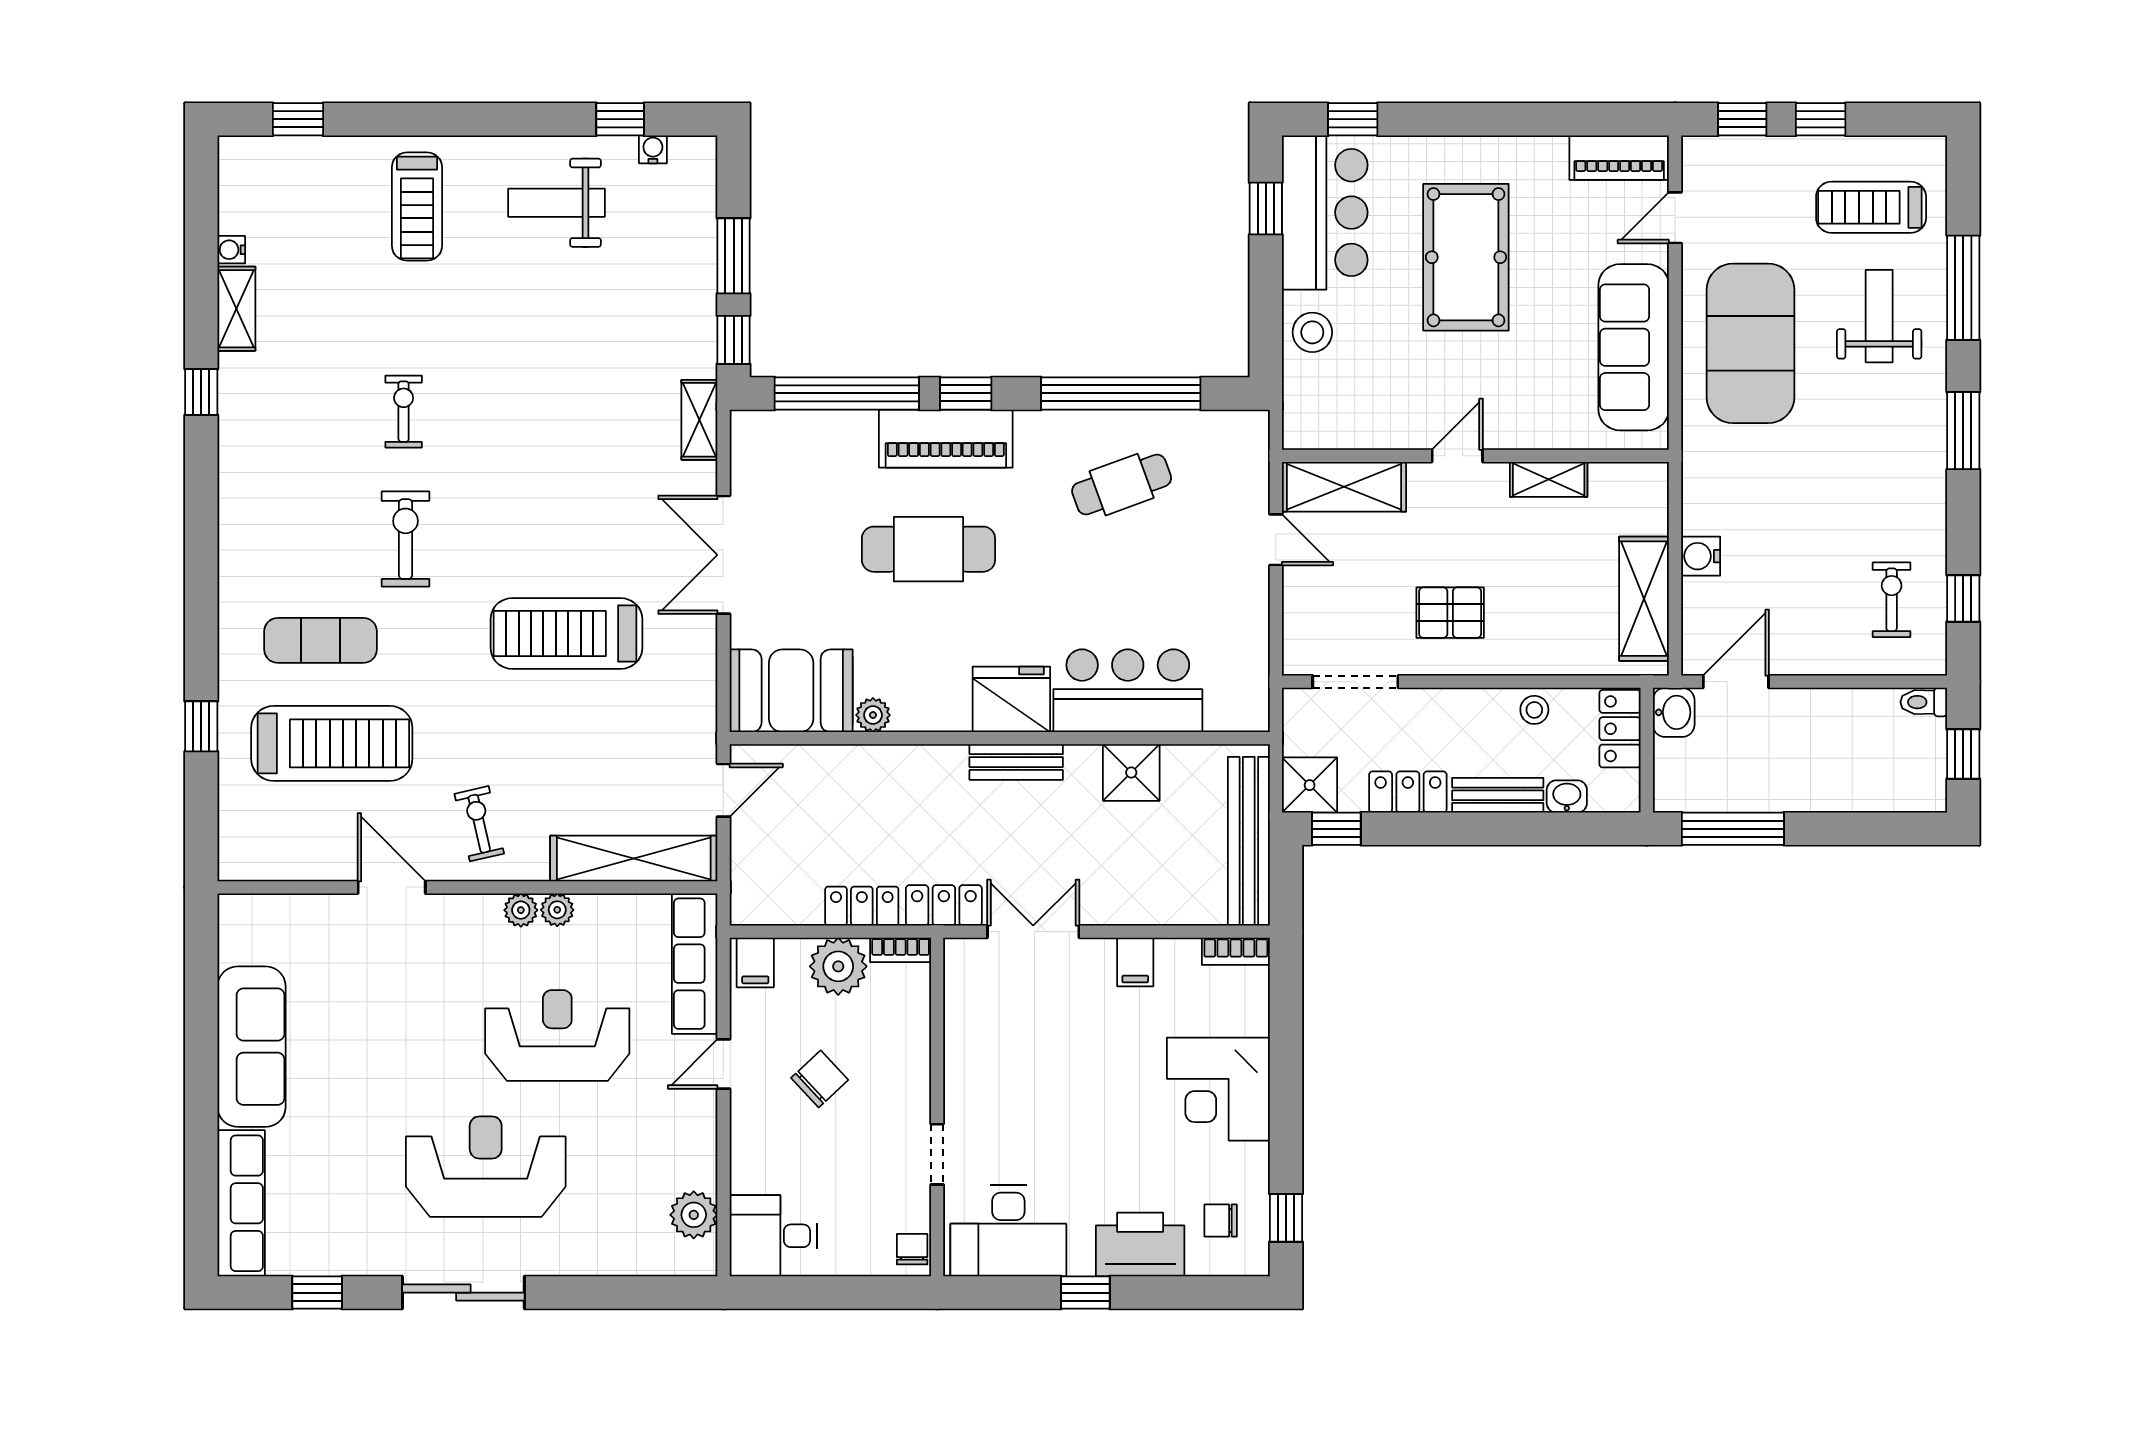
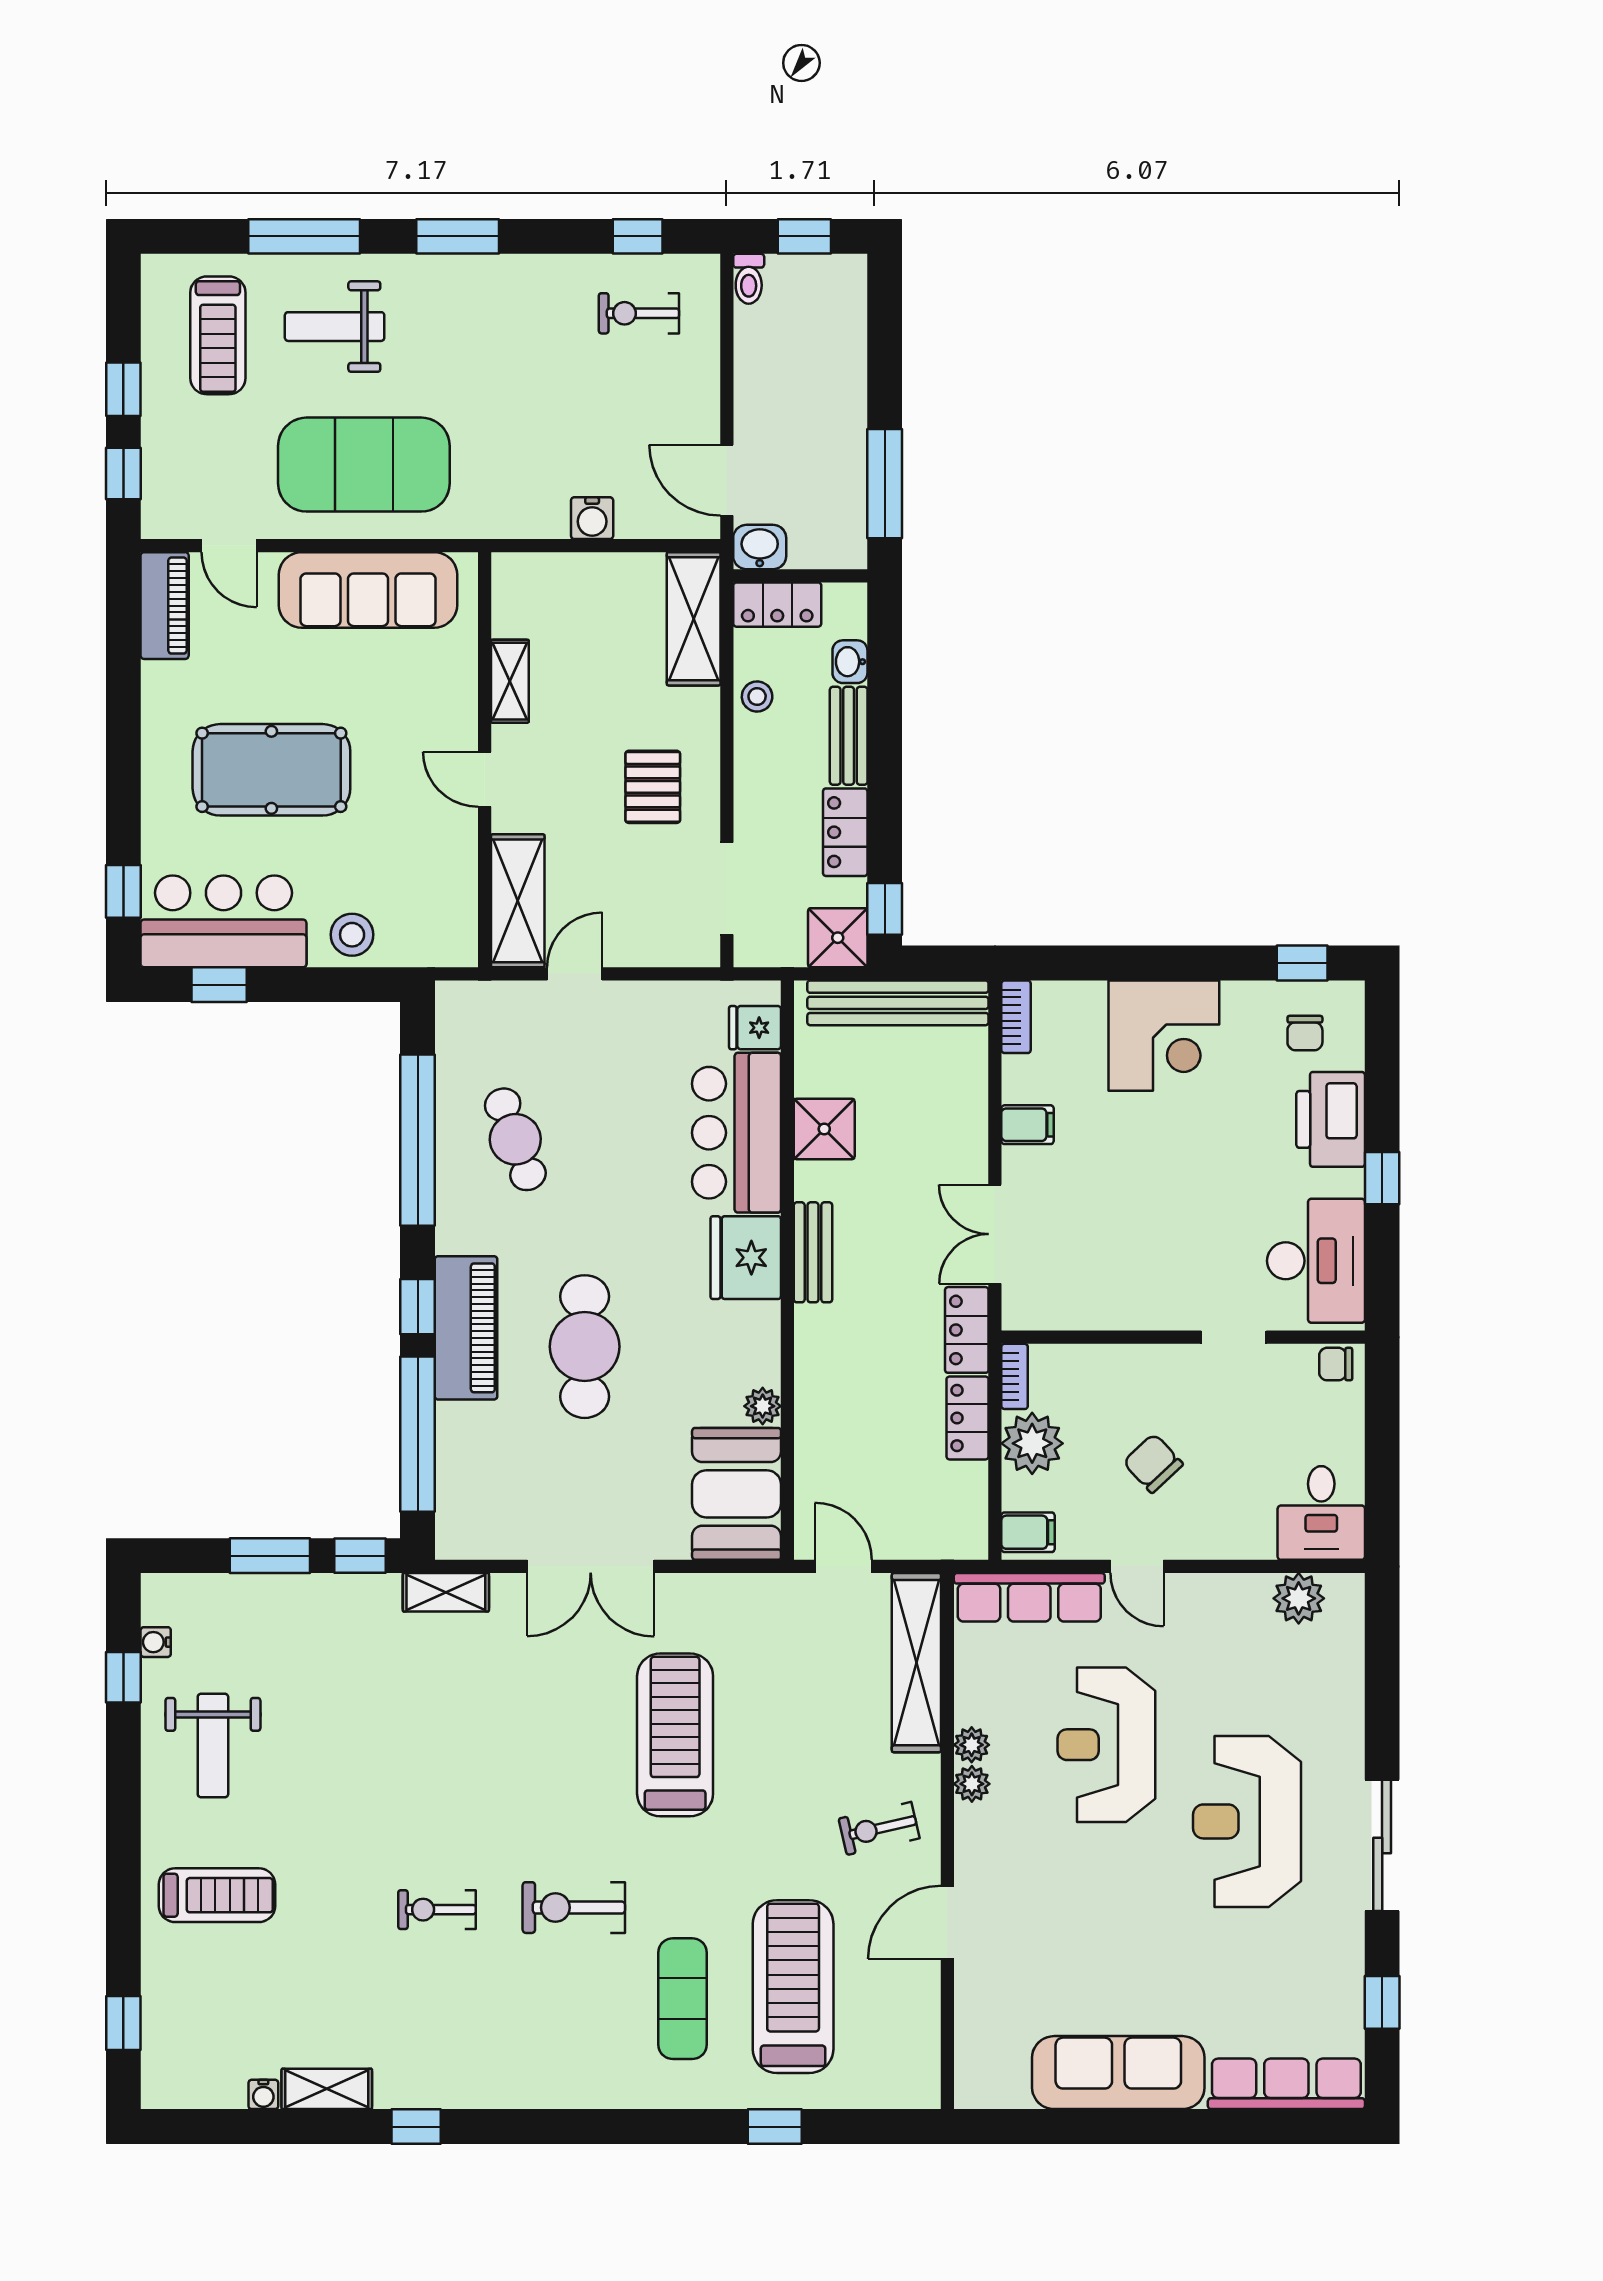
shelving: (1644, 599) -> (694, 619), moved, turned 90
treadmill: (566, 633) -> (675, 1735), turned 180
fridge: (1226, 708) -> (755, 1028), added

